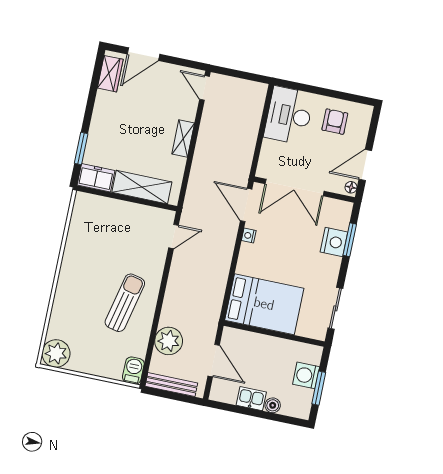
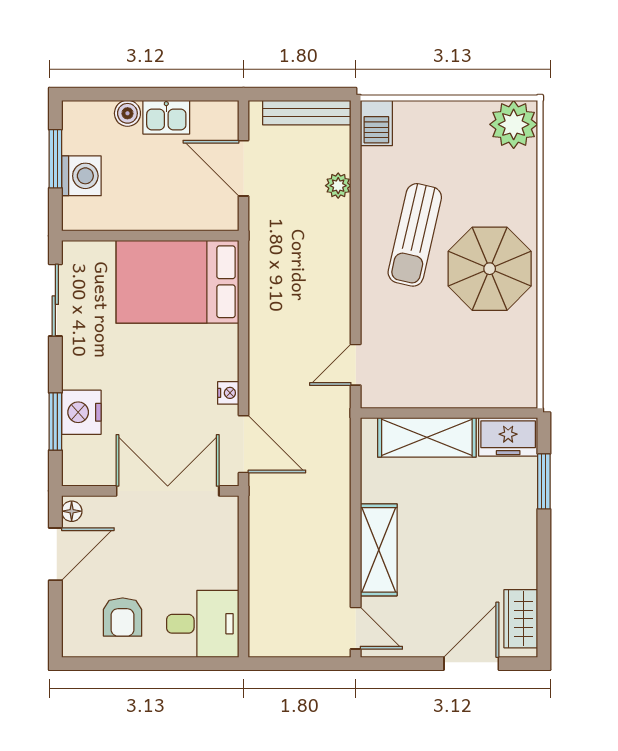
desk: (289, 115) -> (203, 624), width x0.73
shelving: (183, 138) -> (379, 550), width x1.50, depth x1.33
parasol: (87, 275) -> (490, 269), added
plant: (169, 341) -> (338, 186), width x0.53, depth x0.53

